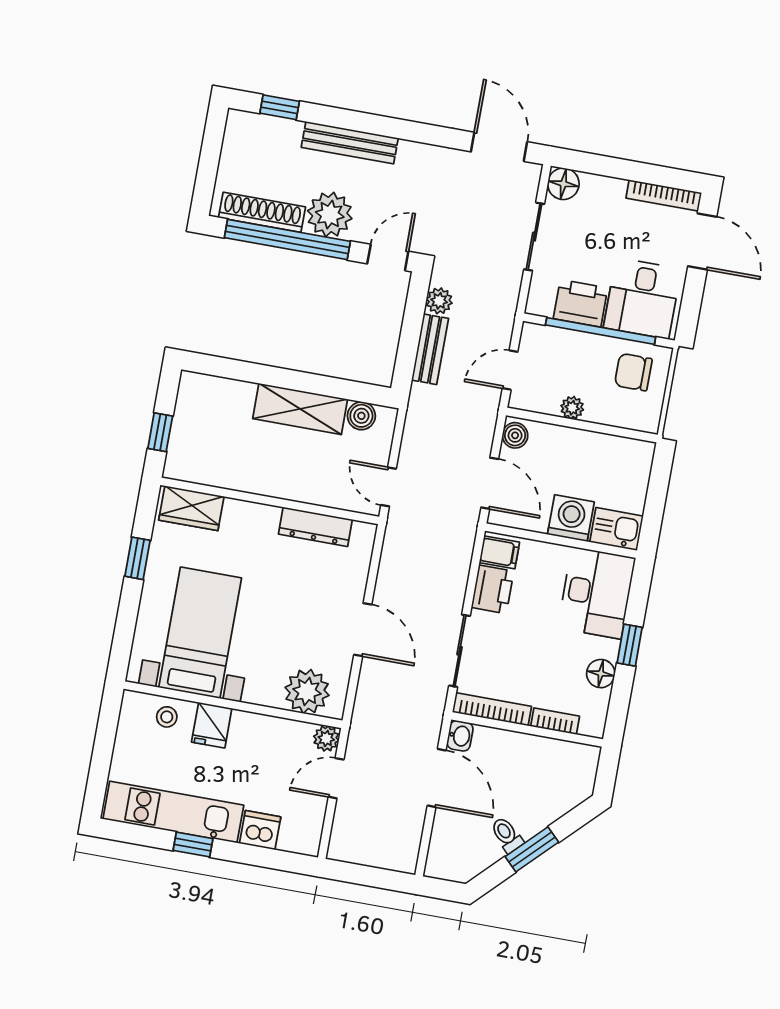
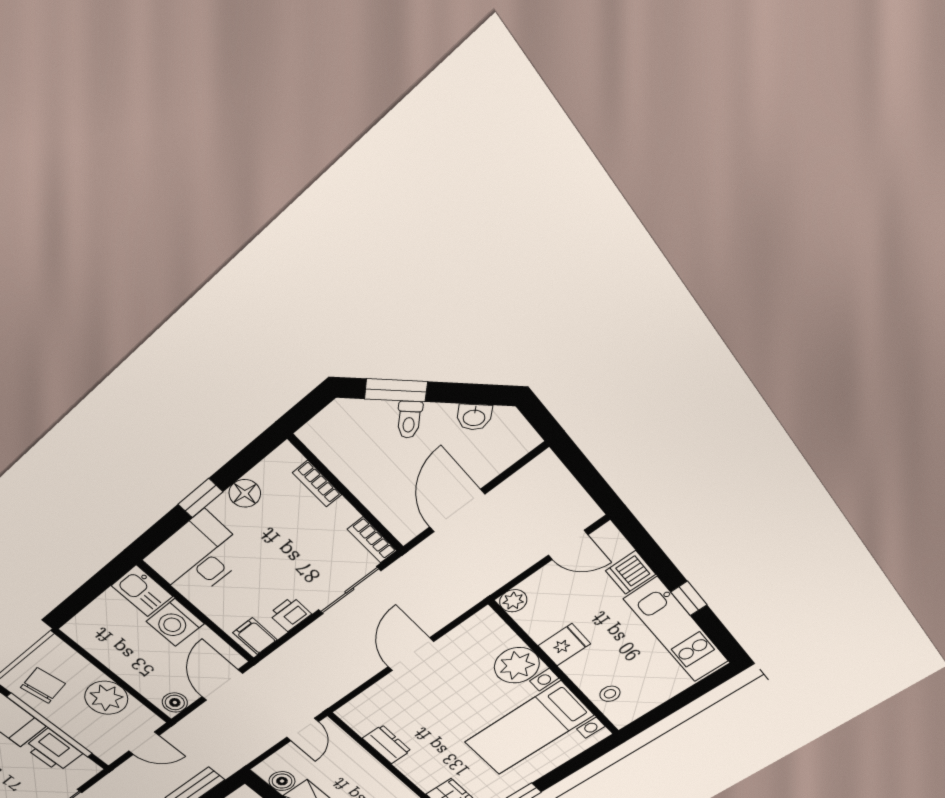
chair: (633, 372) -> (43, 686), turned -99
plant: (572, 408) -> (106, 698), width x1.87, depth x1.87
dresser: (315, 527) -> (387, 744), width x0.70
printer: (493, 589) -> (290, 614), width x0.73, depth x0.81
plant: (307, 691) -> (517, 665), moved
bookcase: (492, 709) -> (372, 540), width x0.64
fridge: (212, 725) -> (564, 645), moved
washbasin: (460, 736) -> (474, 417), moved, turned -135
door: (336, 778) -> (568, 545), moved
toilet: (507, 835) -> (409, 420), moved
window: (532, 849) -> (396, 390), moved

